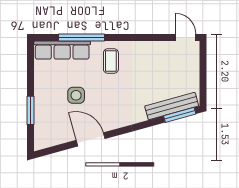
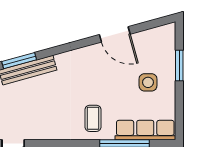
side table: (76, 95) -> (148, 82), moved

